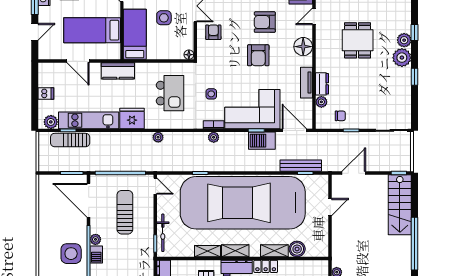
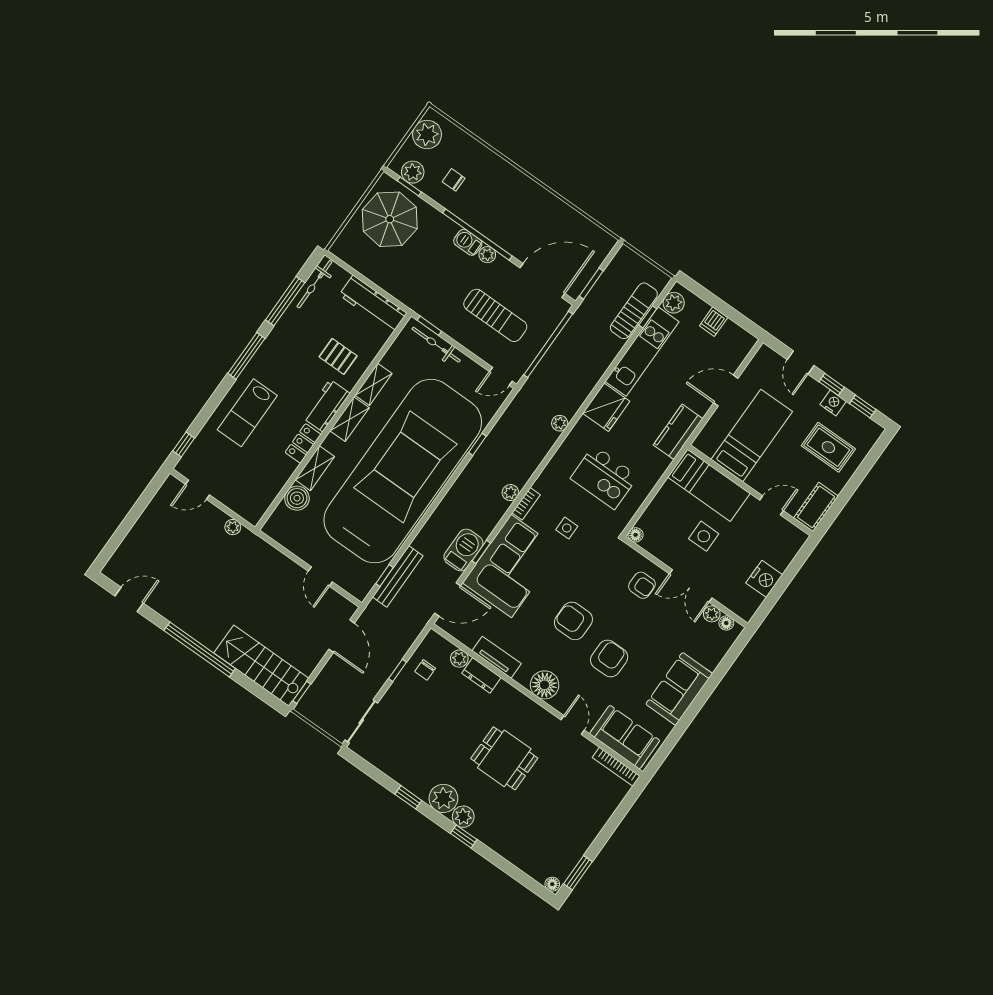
side table: (71, 254) -> (491, 211), removed

